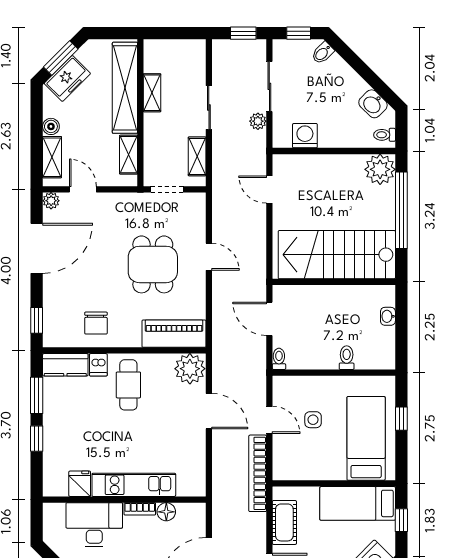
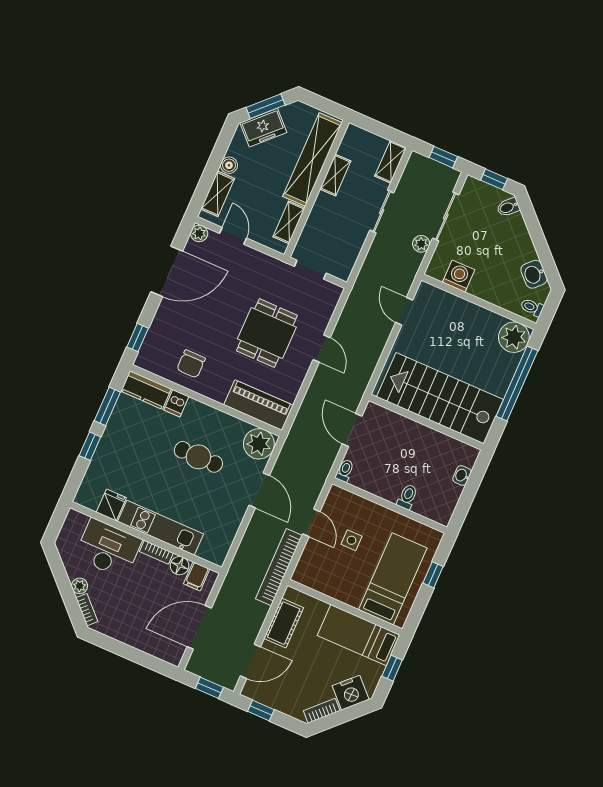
shelving: (197, 156) -> (391, 162), moved
cafe table: (128, 385) -> (198, 457), moved, turned 90
filing cabinet: (186, 515) -> (197, 576), added

